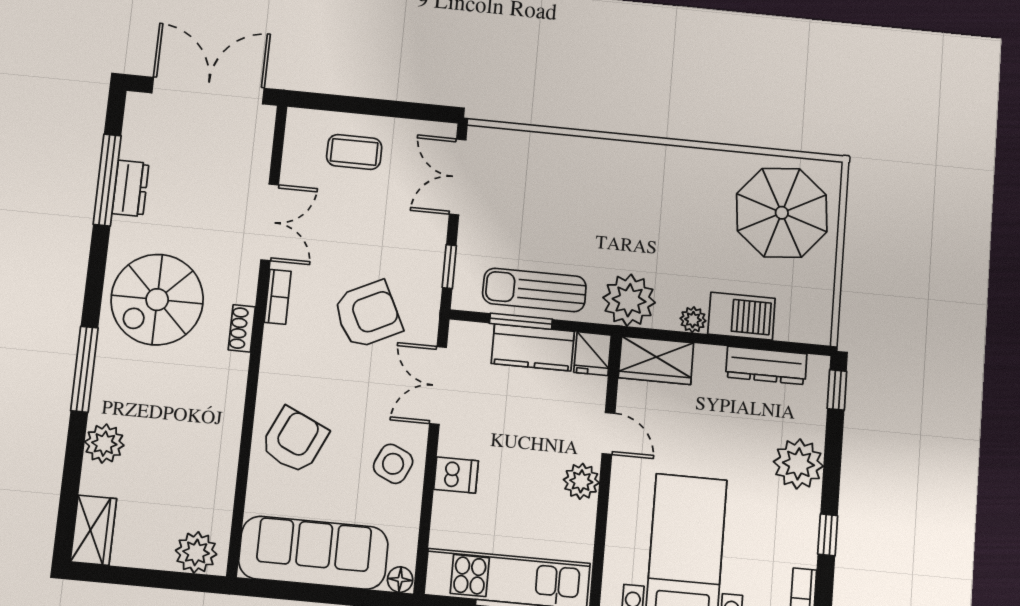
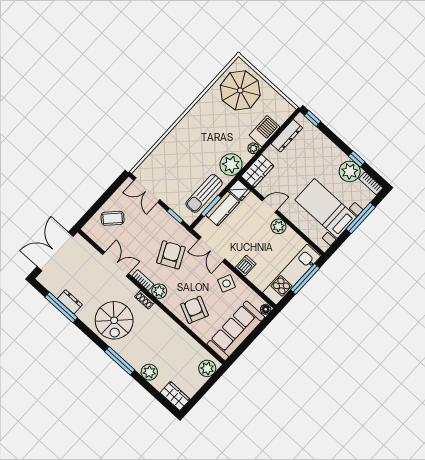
coffee table: (354, 152) -> (113, 218), turned 44
plant: (280, 344) -> (159, 291), added
plant: (798, 464) -> (350, 171), moved

